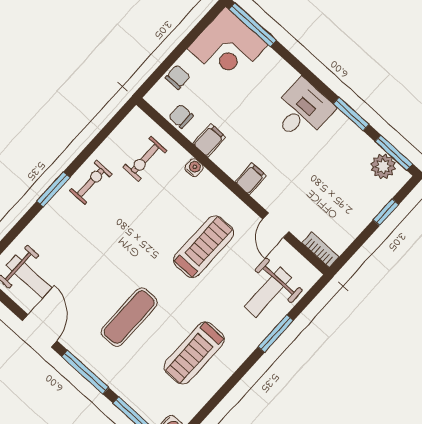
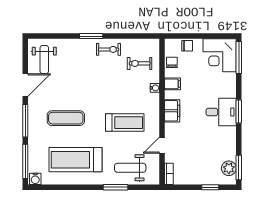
window: (351, 114) -> (239, 112), moved
filing cabinet: (251, 179) -> (172, 111), width x2.00
treadmill: (194, 353) -> (76, 160), width x1.37, depth x1.38

